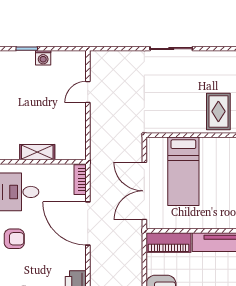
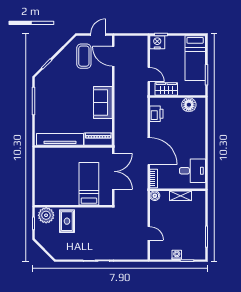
door: (88, 92) -> (149, 233), hinge flipped
boiler: (78, 152) -> (155, 196), added
armchair: (14, 239) -> (195, 141), removed

